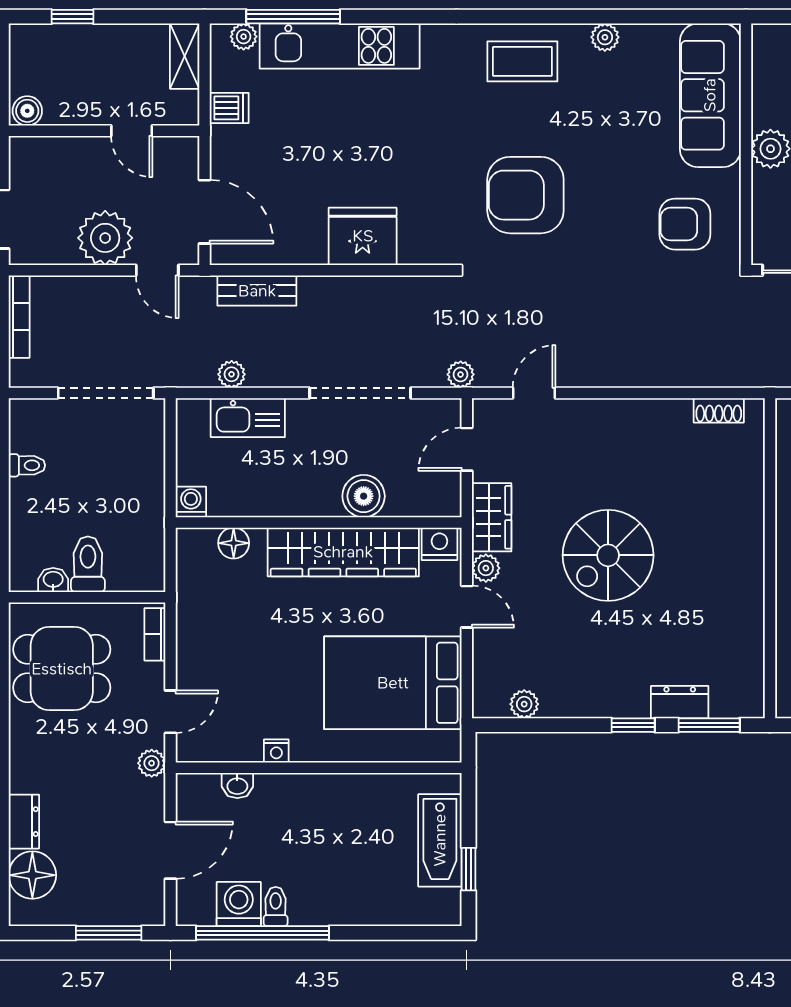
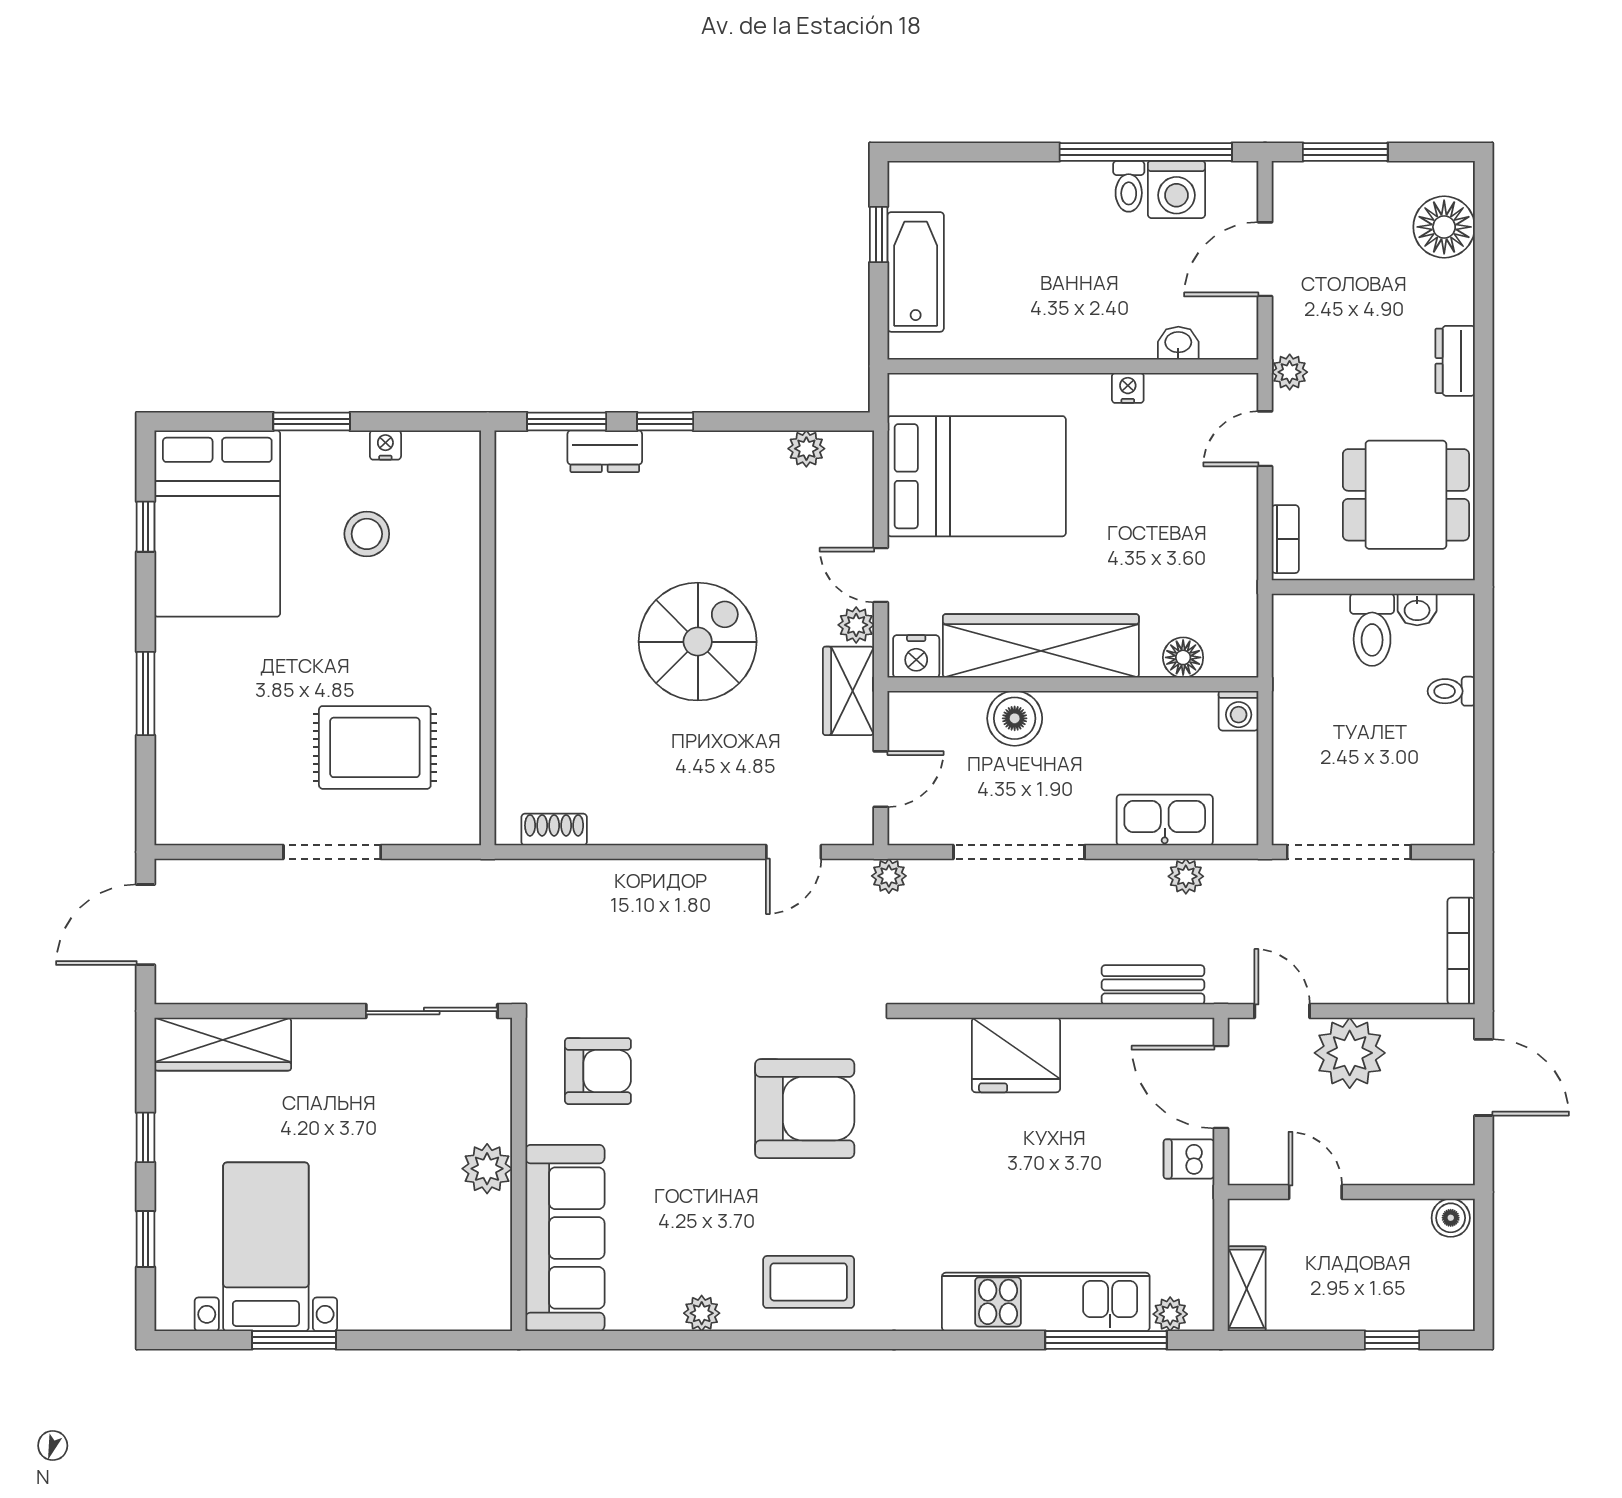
dishwasher: (229, 108) -> (1189, 1159), moved
toilet: (27, 465) -> (1451, 691), moved
dresser: (24, 822) -> (1455, 361), moved

